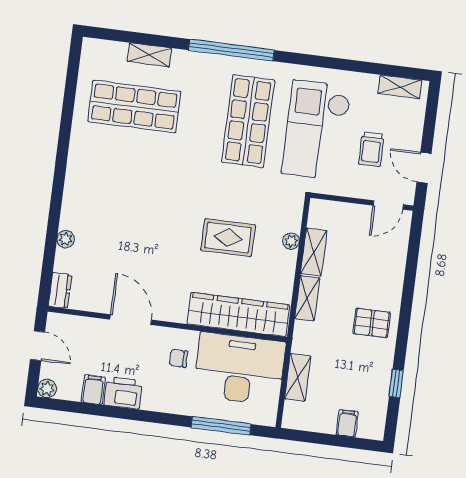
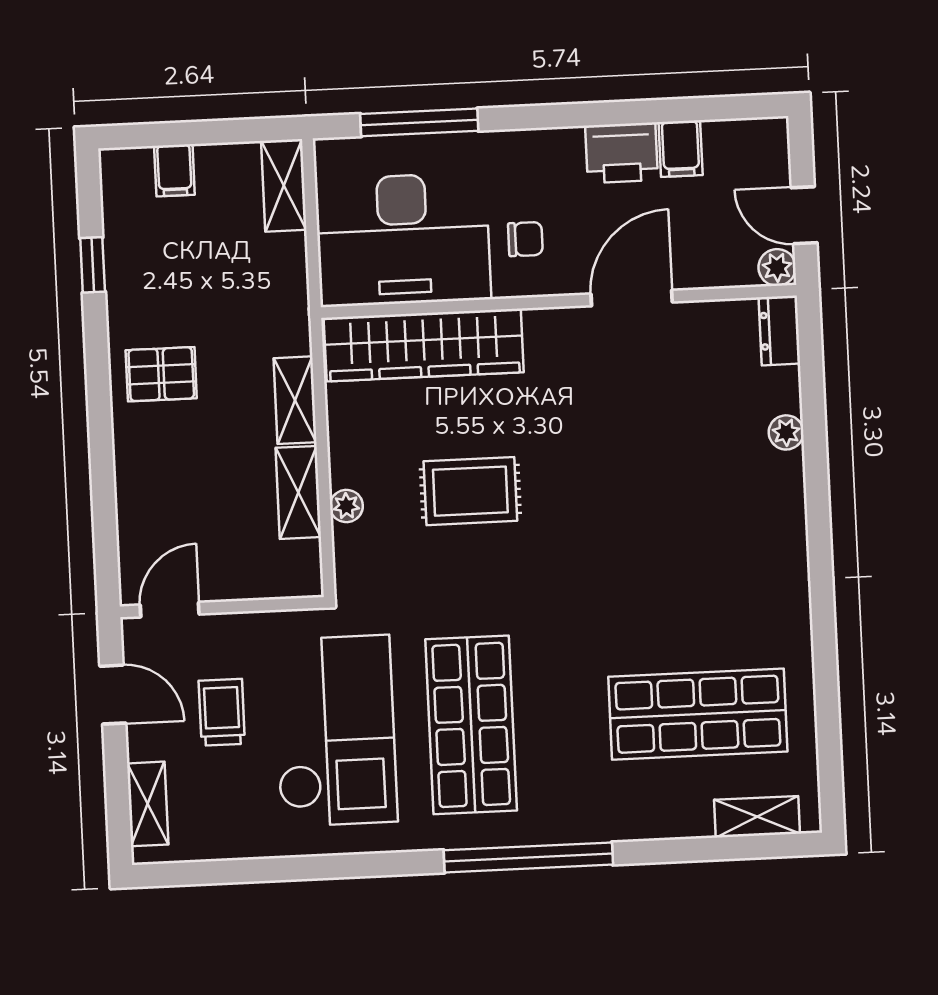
shelving: (149, 55) -> (757, 817), moved
shelving: (400, 87) -> (148, 804), moved, turned 90
door: (131, 320) -> (632, 298), swing flipped
shelving: (298, 377) -> (284, 185), moved
plant: (47, 388) -> (777, 267), moved

